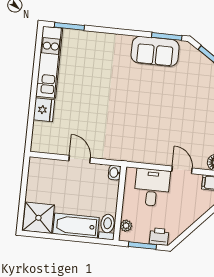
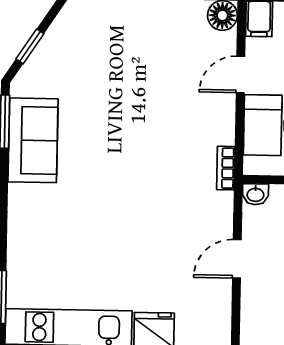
bookcase: (131, 157) -> (226, 168), added

